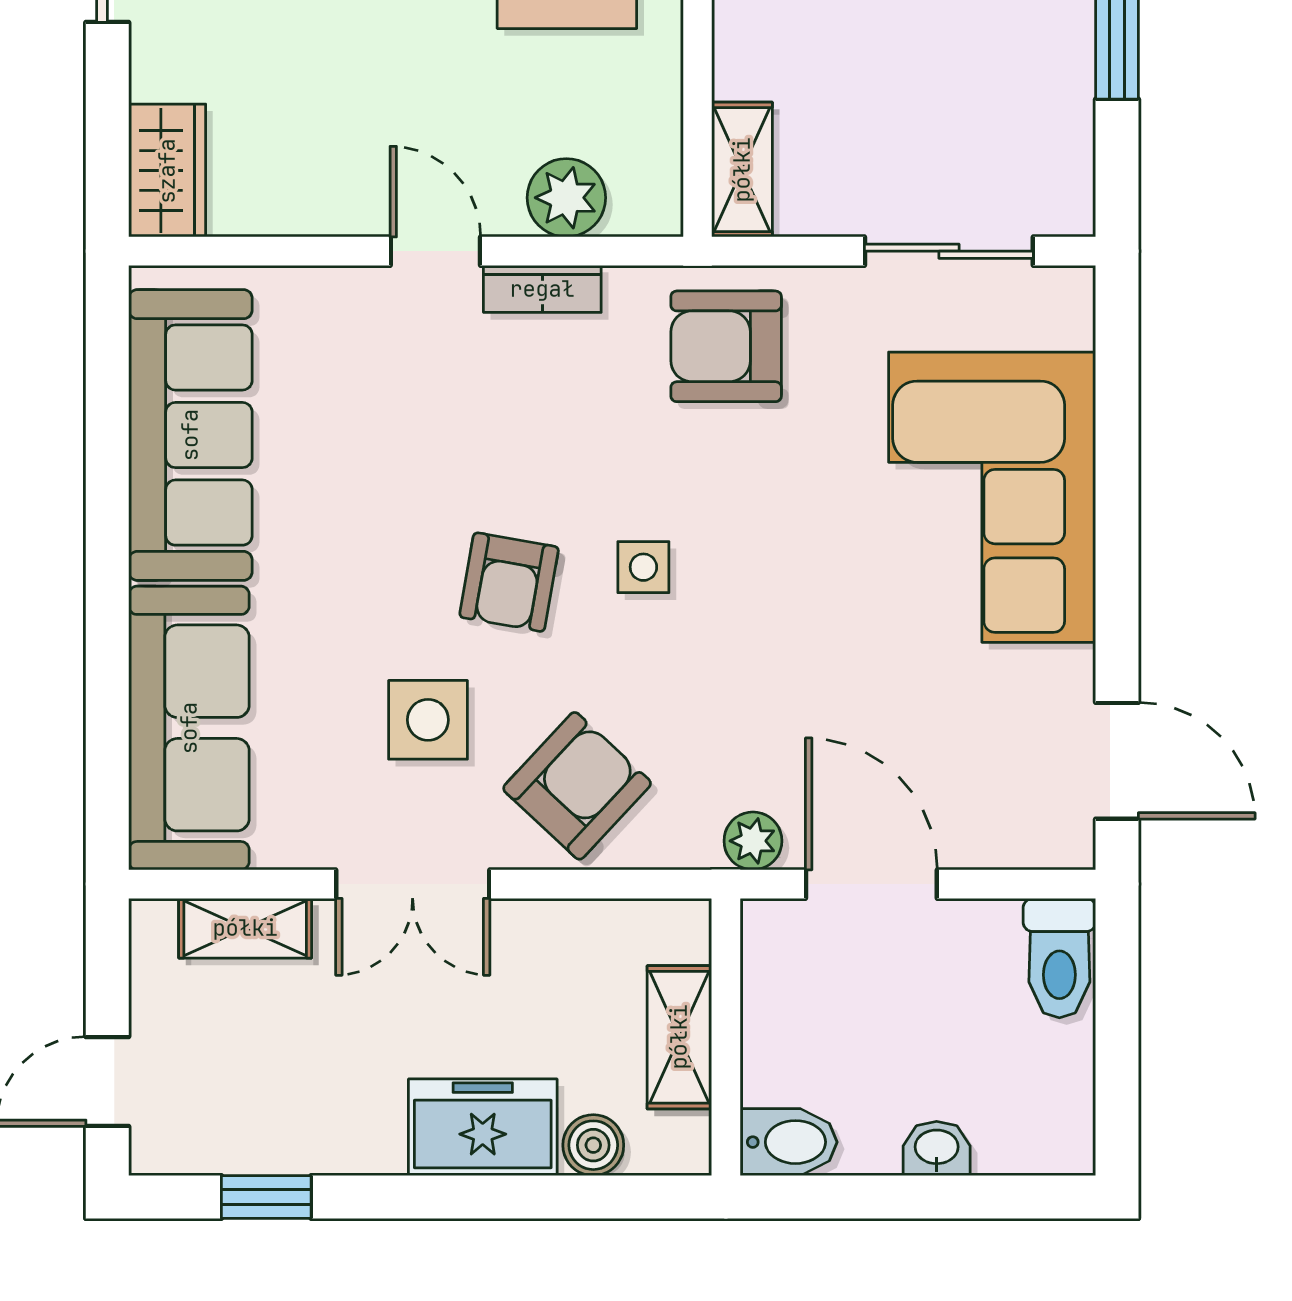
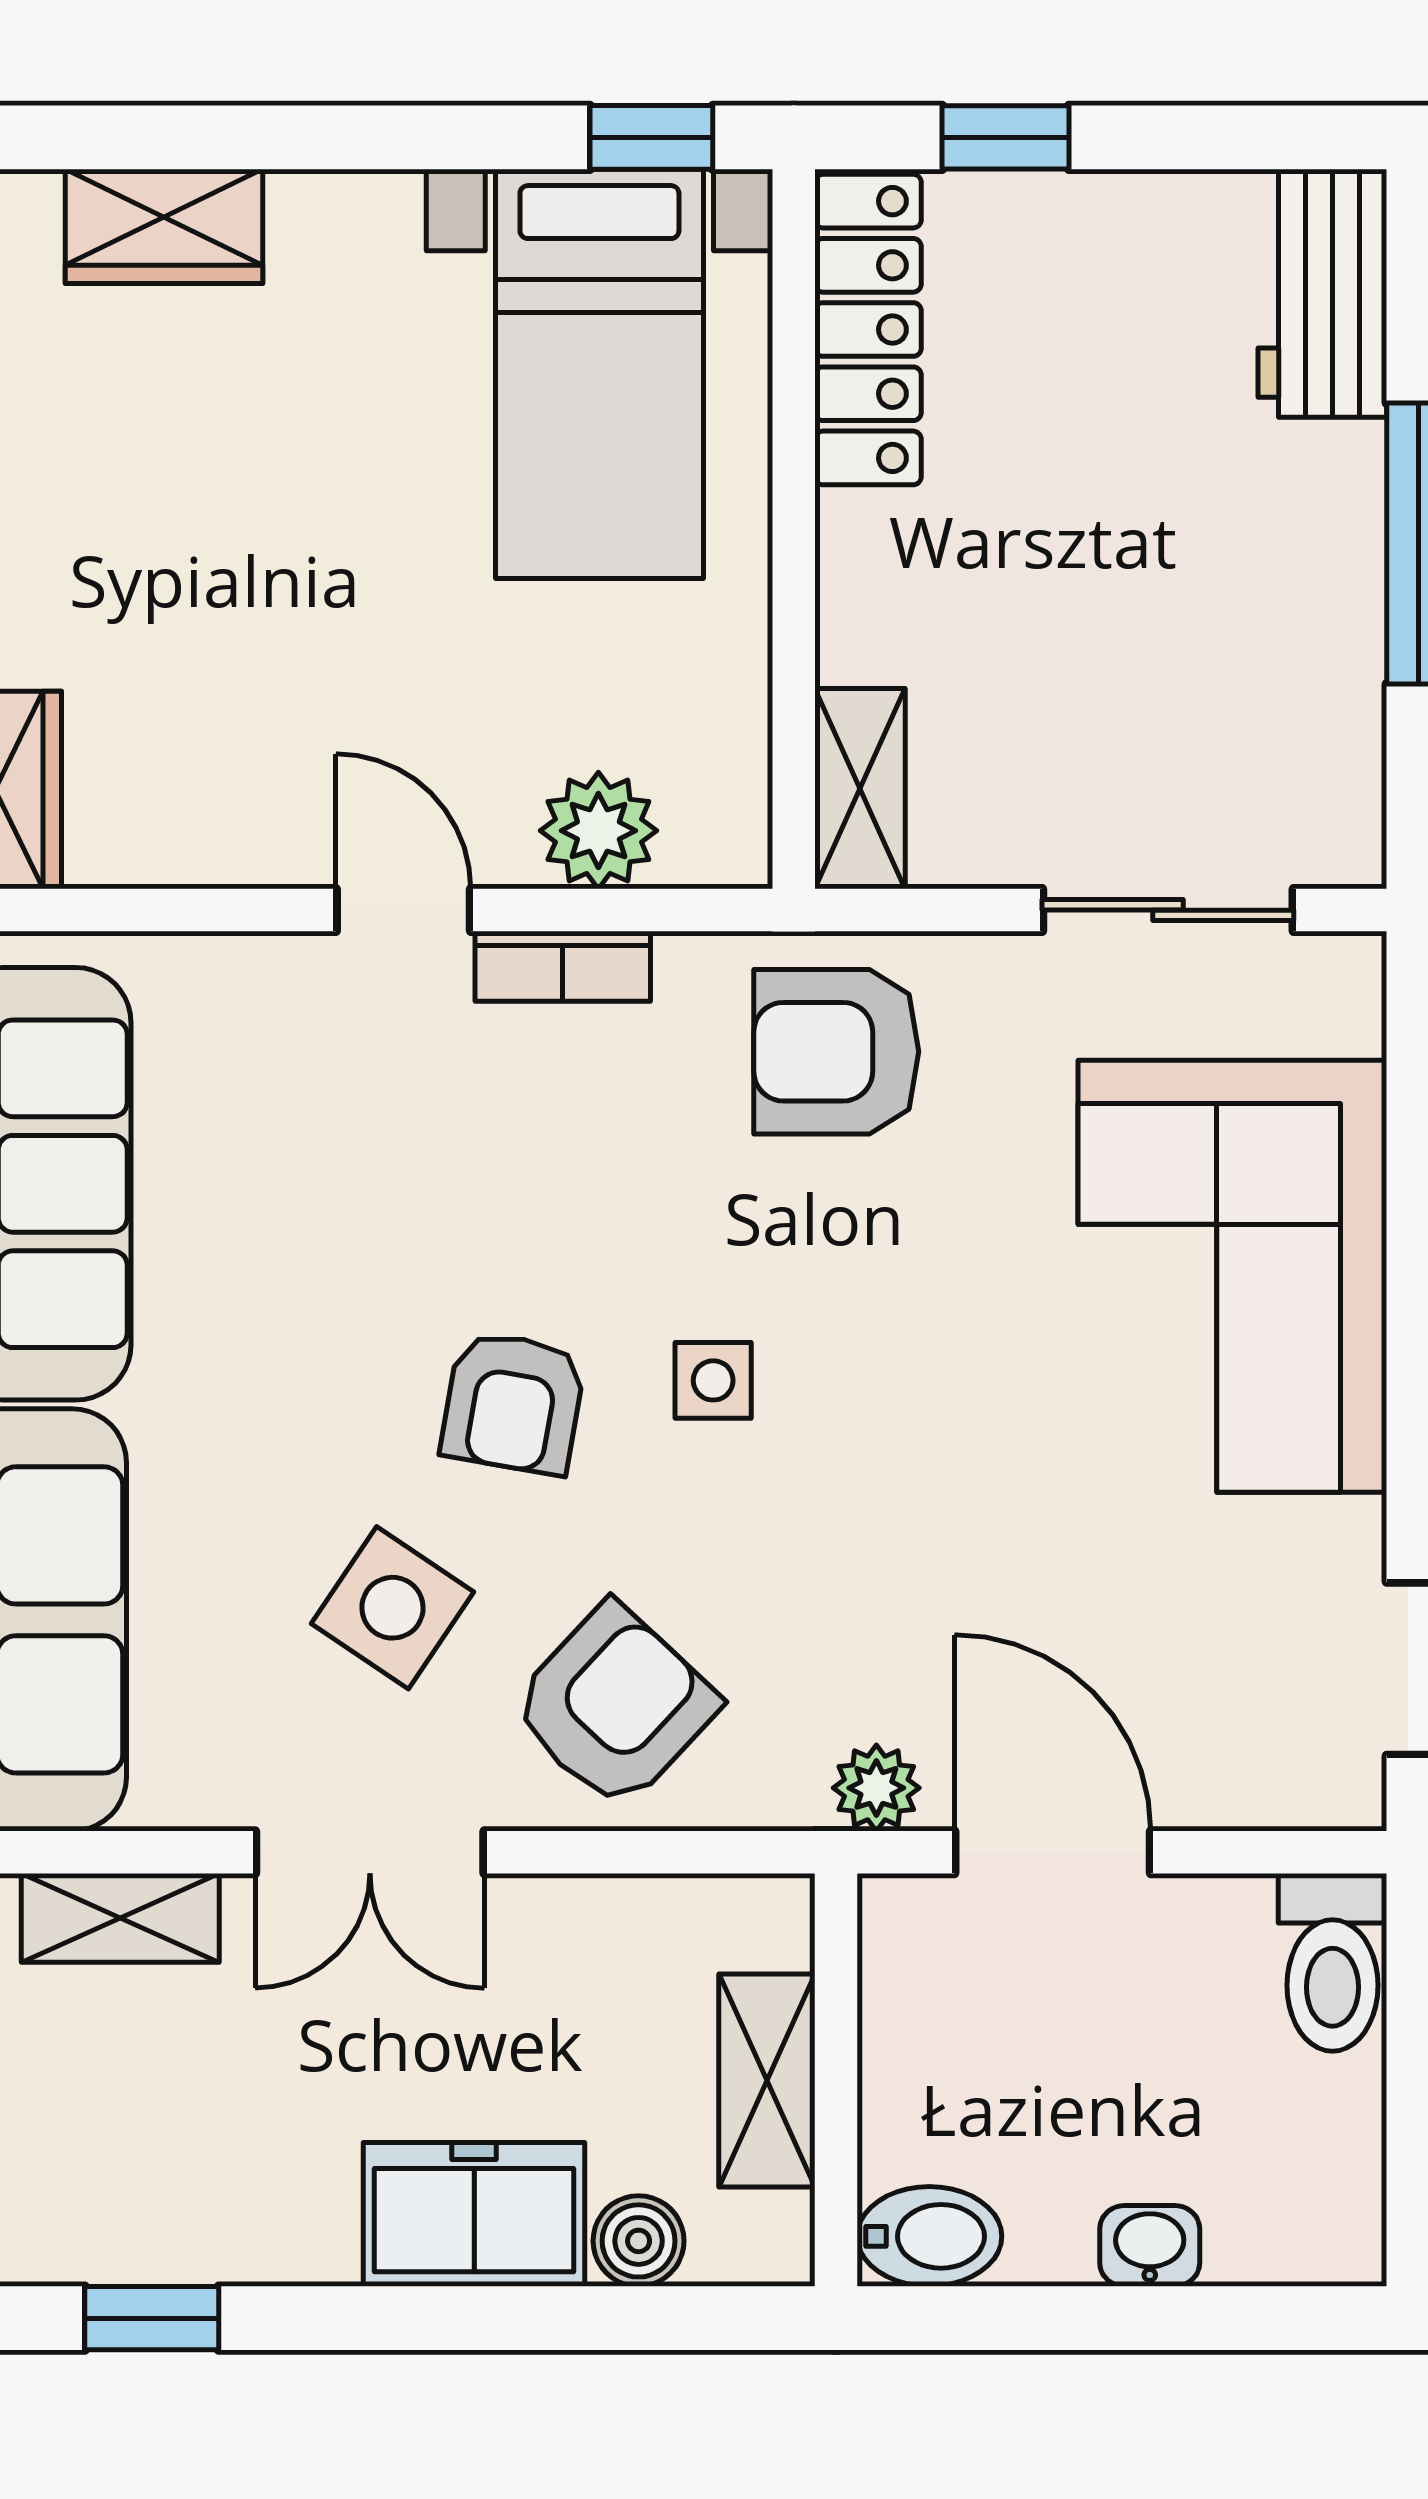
side table: (428, 720) -> (393, 1608), turned 34

